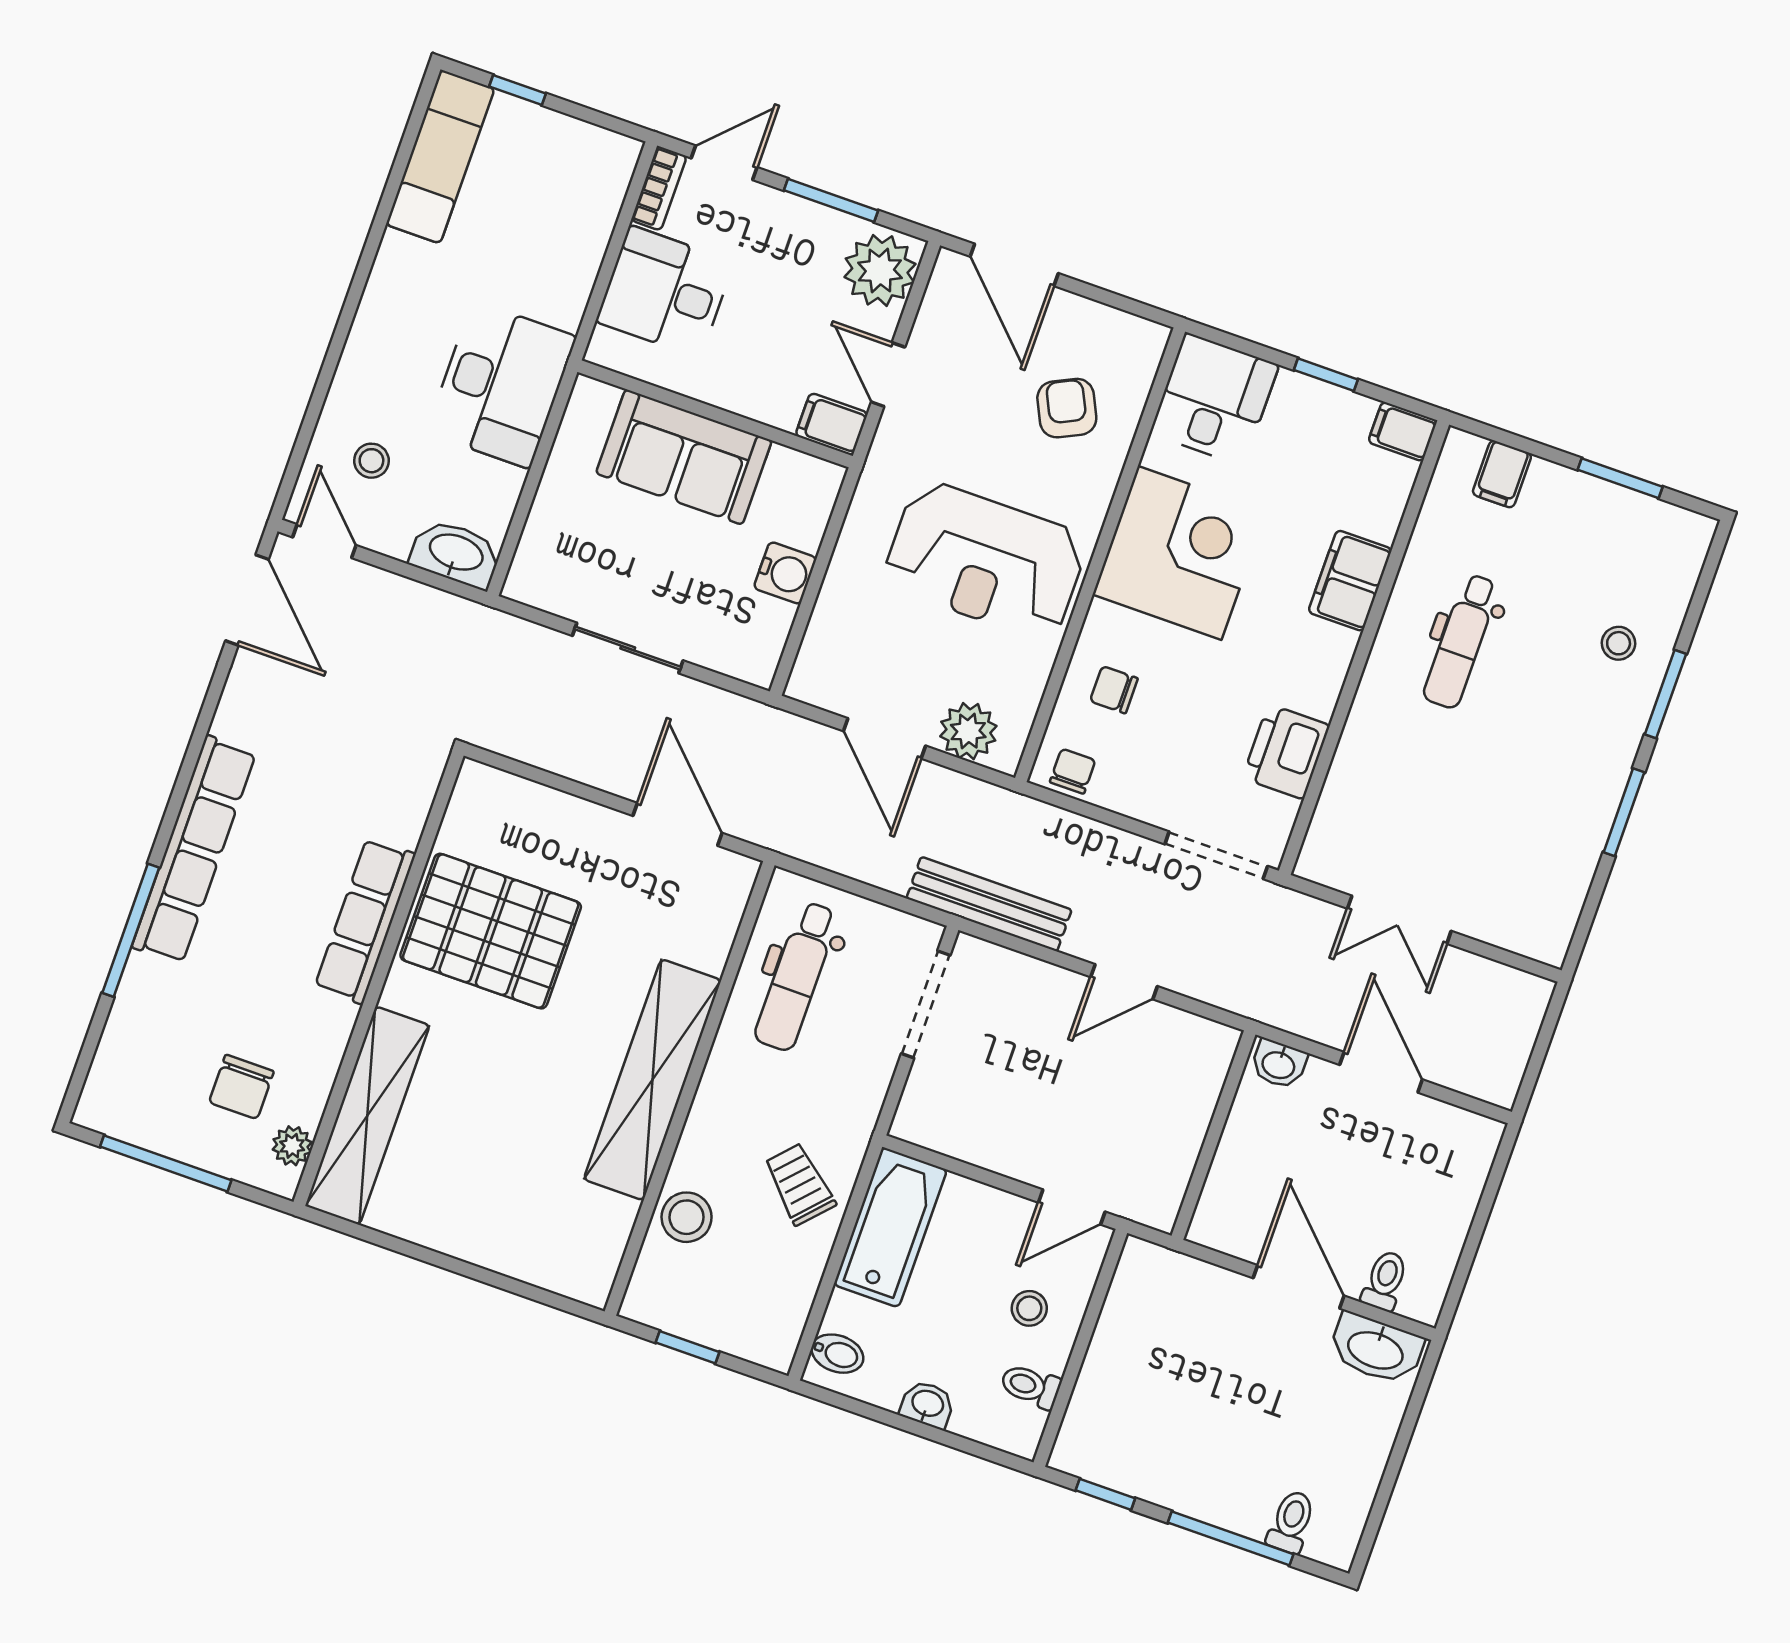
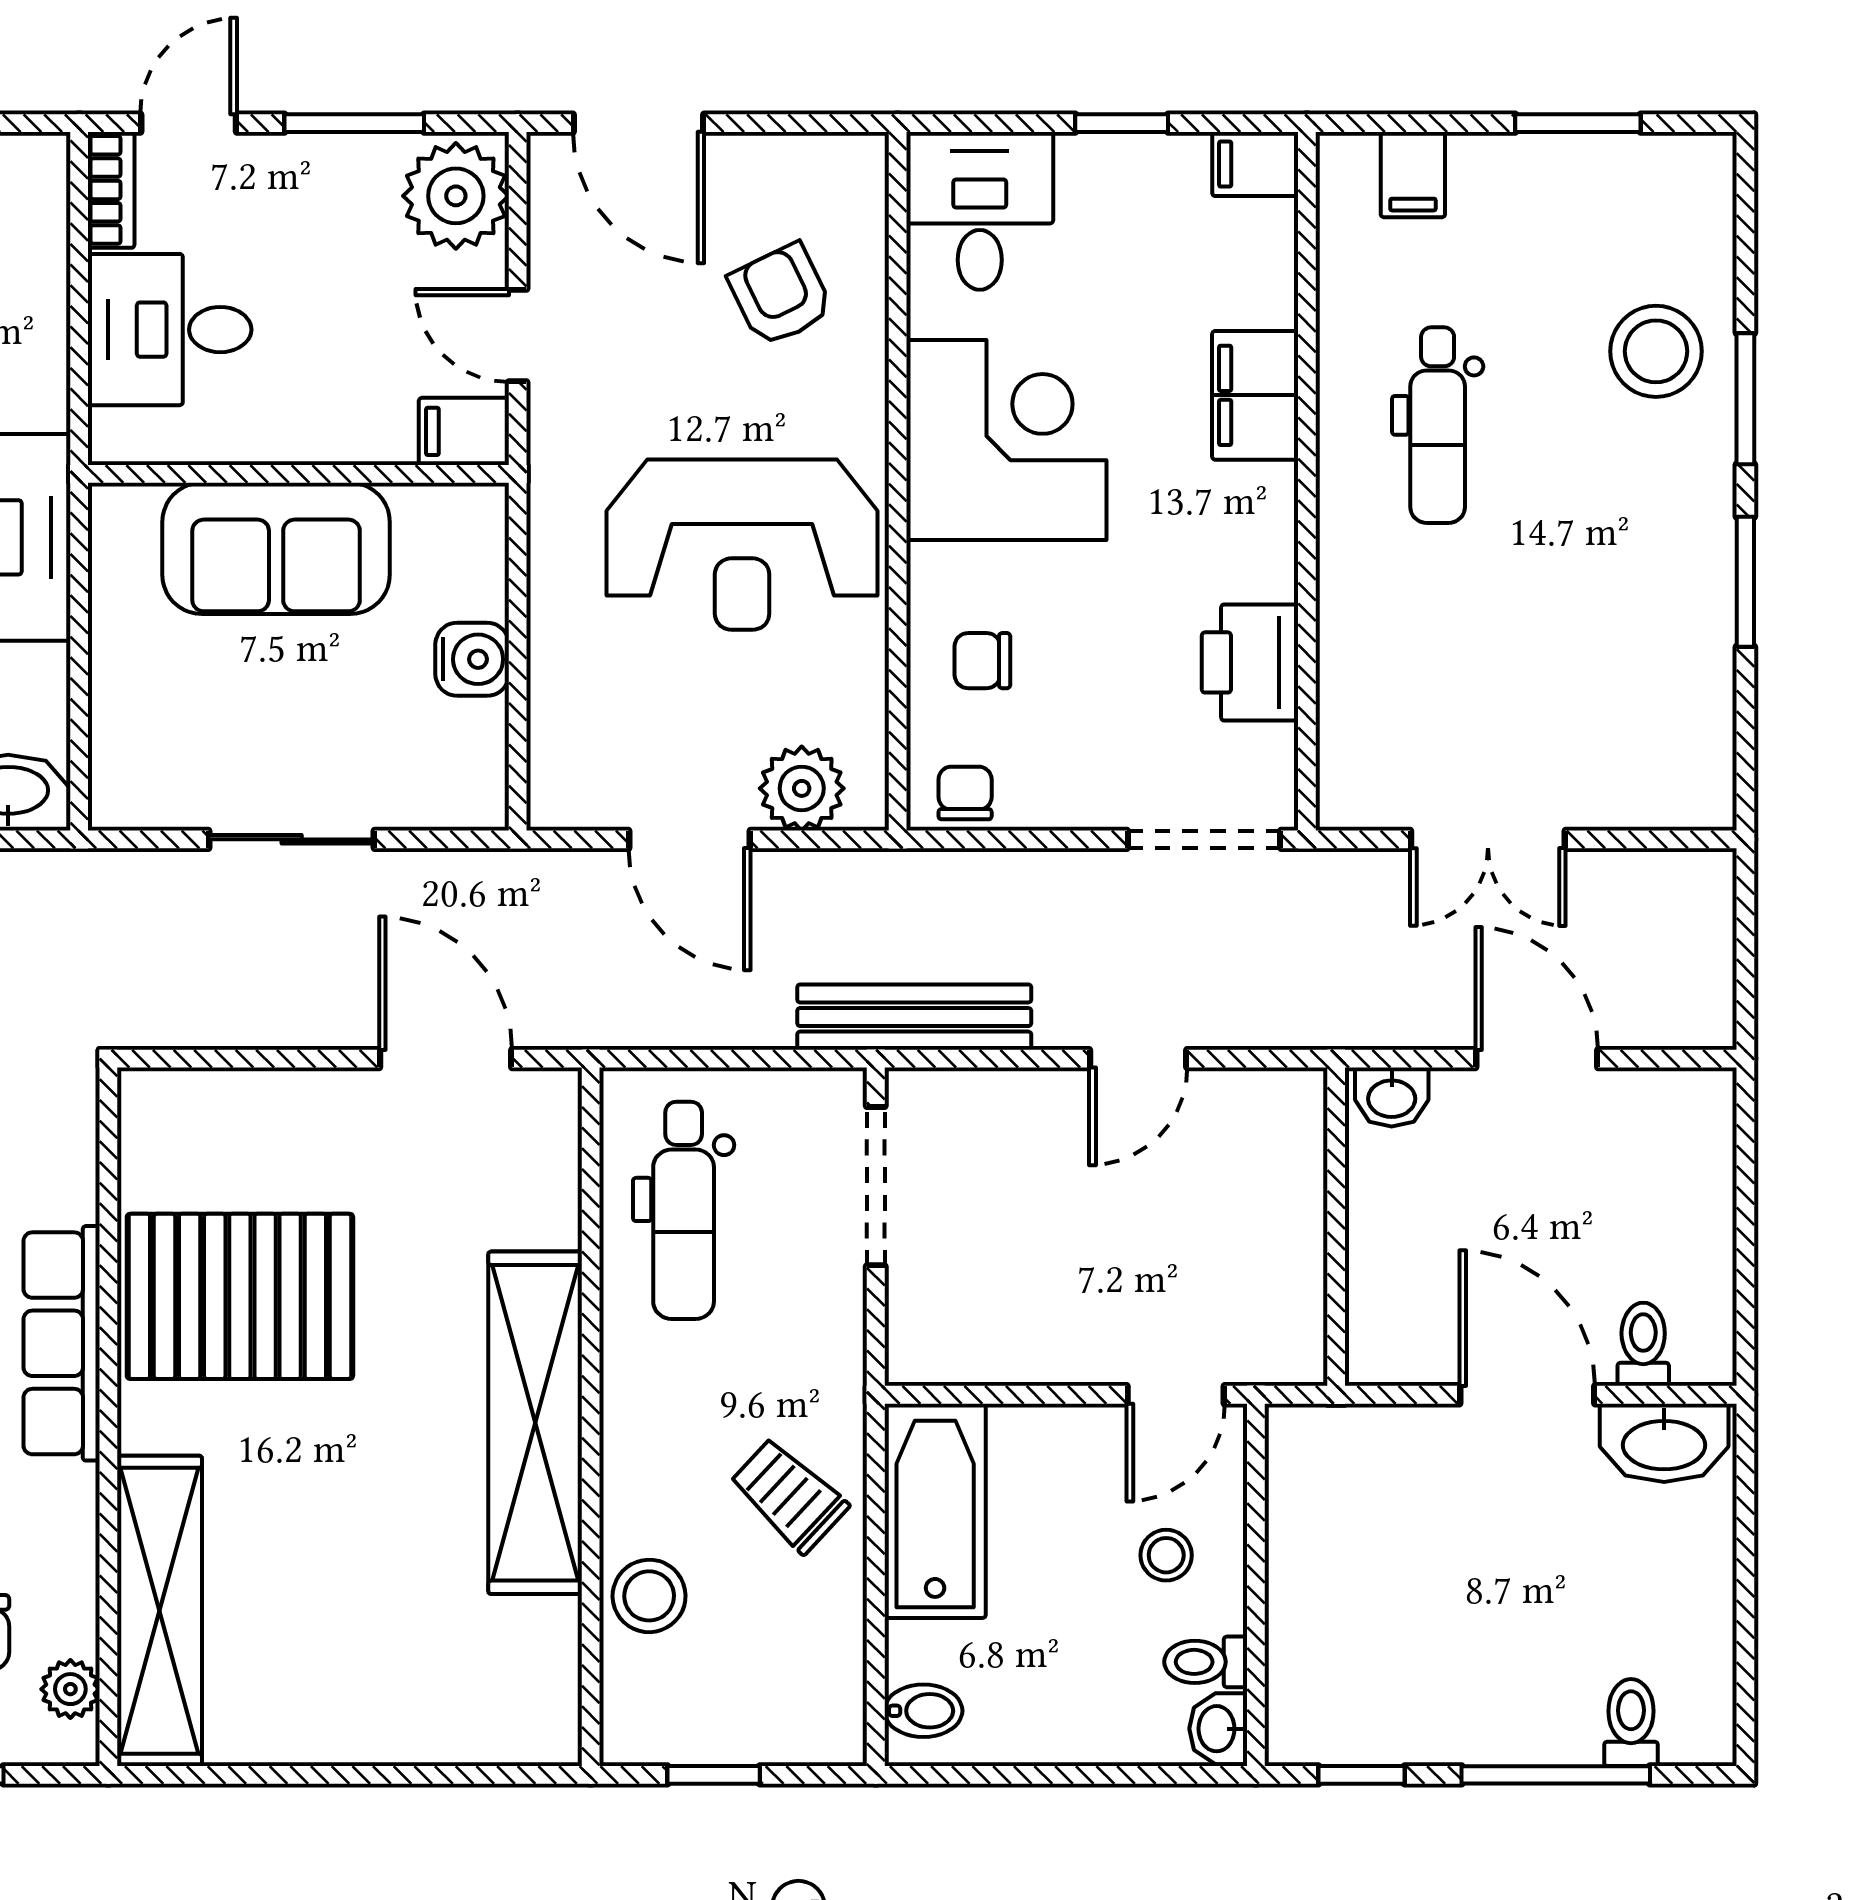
stool: (1619, 643) -> (1656, 351), width x1.89, depth x1.89
washbasin: (927, 1404) -> (1218, 1729), moved, turned -90

